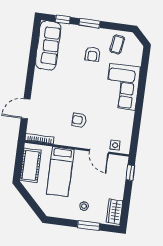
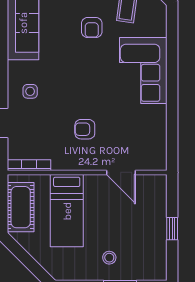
side table: (115, 145) -> (30, 91), moved
window: (130, 173) -> (172, 229), moved
wardrobe: (114, 212) -> (156, 260), removed

